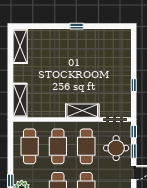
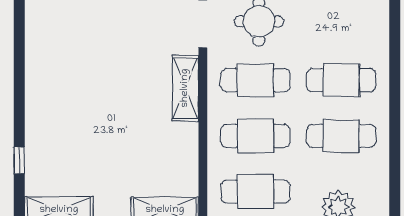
window: (77, 26) -> (19, 160), moved

